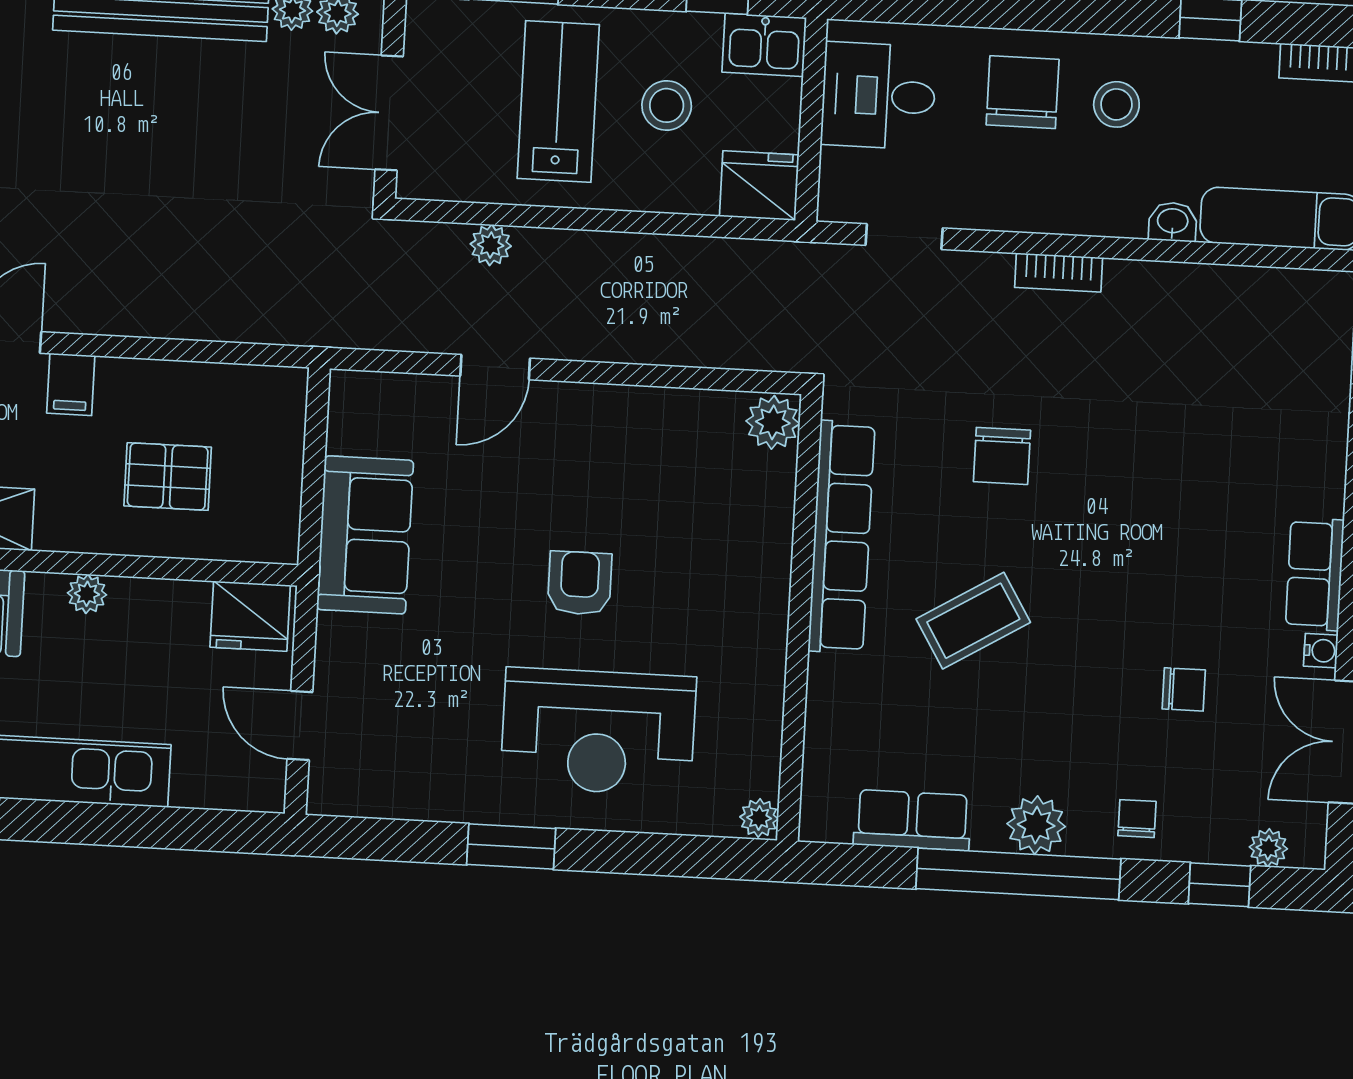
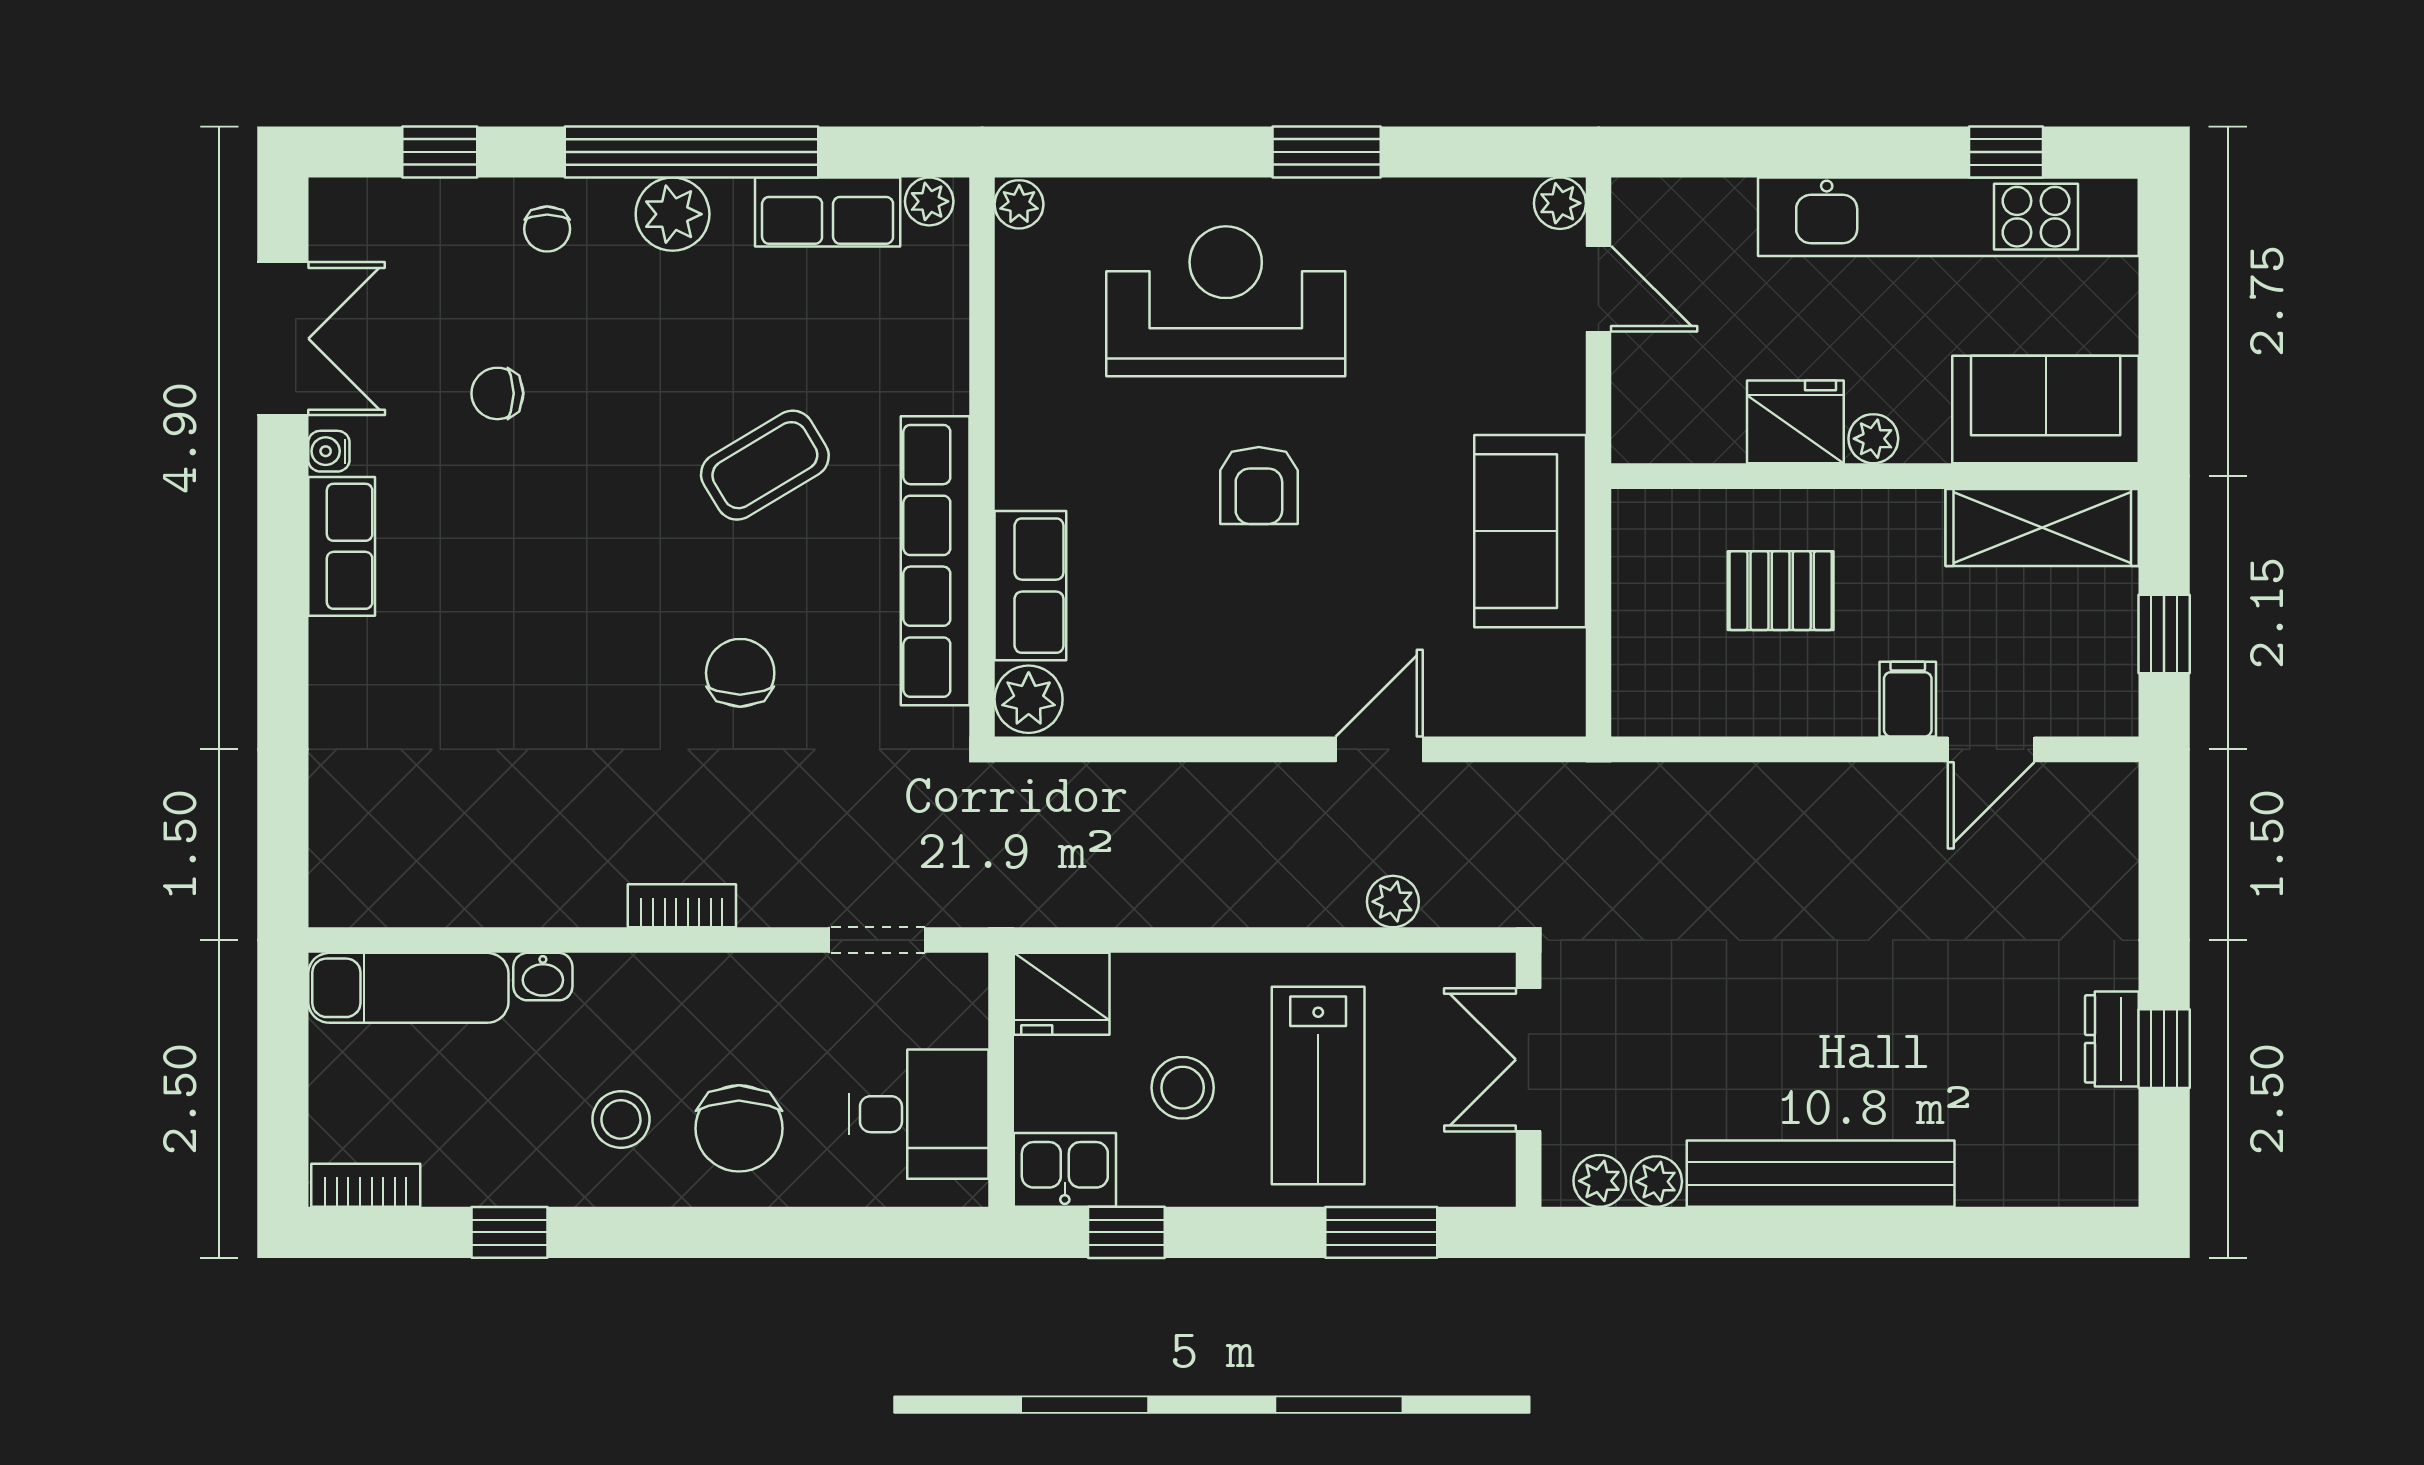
double door: (389, 113) -> (1529, 1060), swing flipped
row of seats: (766, 513) -> (1030, 586), added
fridge: (250, 616) -> (1795, 422), moved
plant: (327, 795) -> (1560, 203), added
plant: (1268, 848) -> (929, 201), moved

